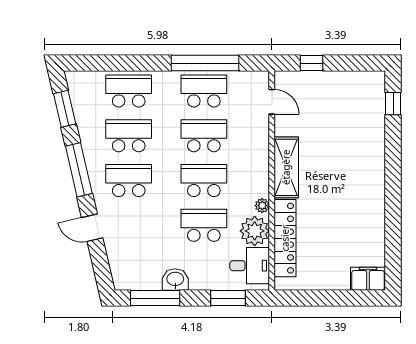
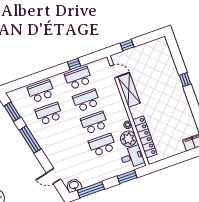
window: (205, 63) -> (74, 64), width x0.32
window: (393, 104) -> (185, 80), moved
shelving: (286, 167) -> (129, 90), moved
school desk: (129, 181) -> (57, 136), removed
door: (92, 228) -> (53, 176), moved
washbasin: (175, 279) -> (74, 185), moved

